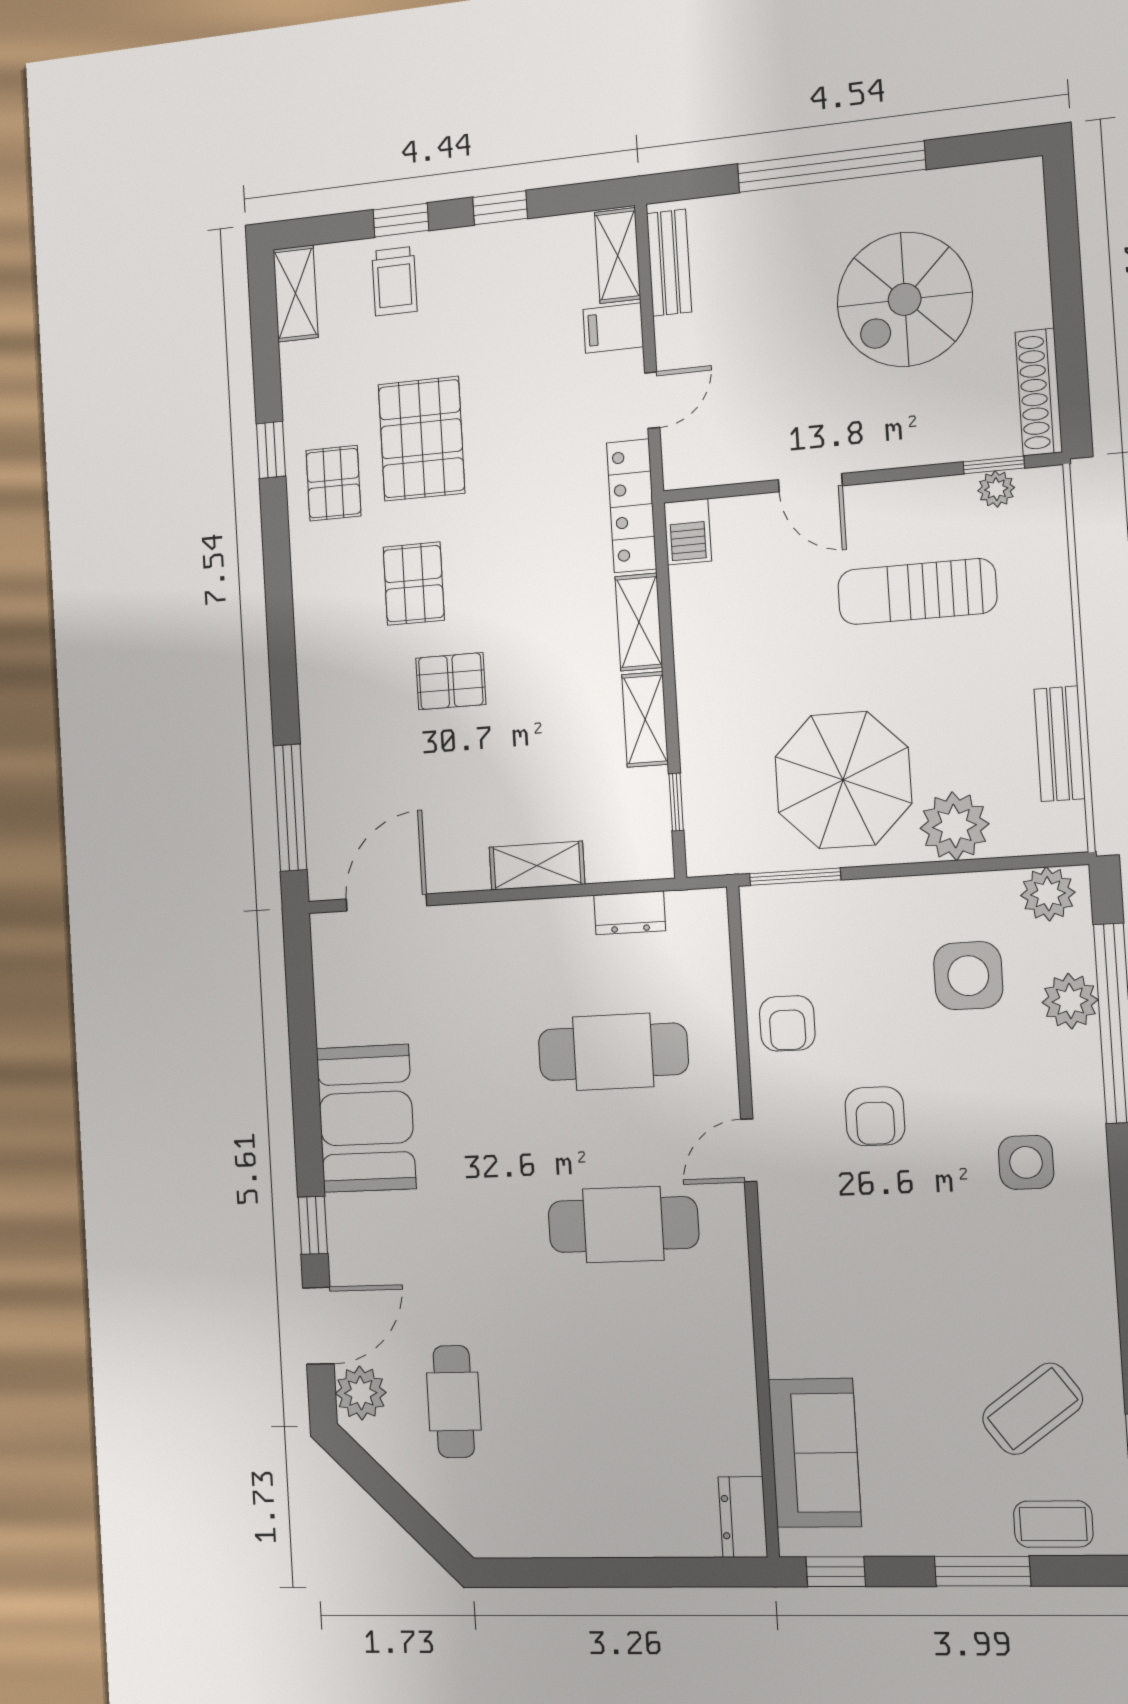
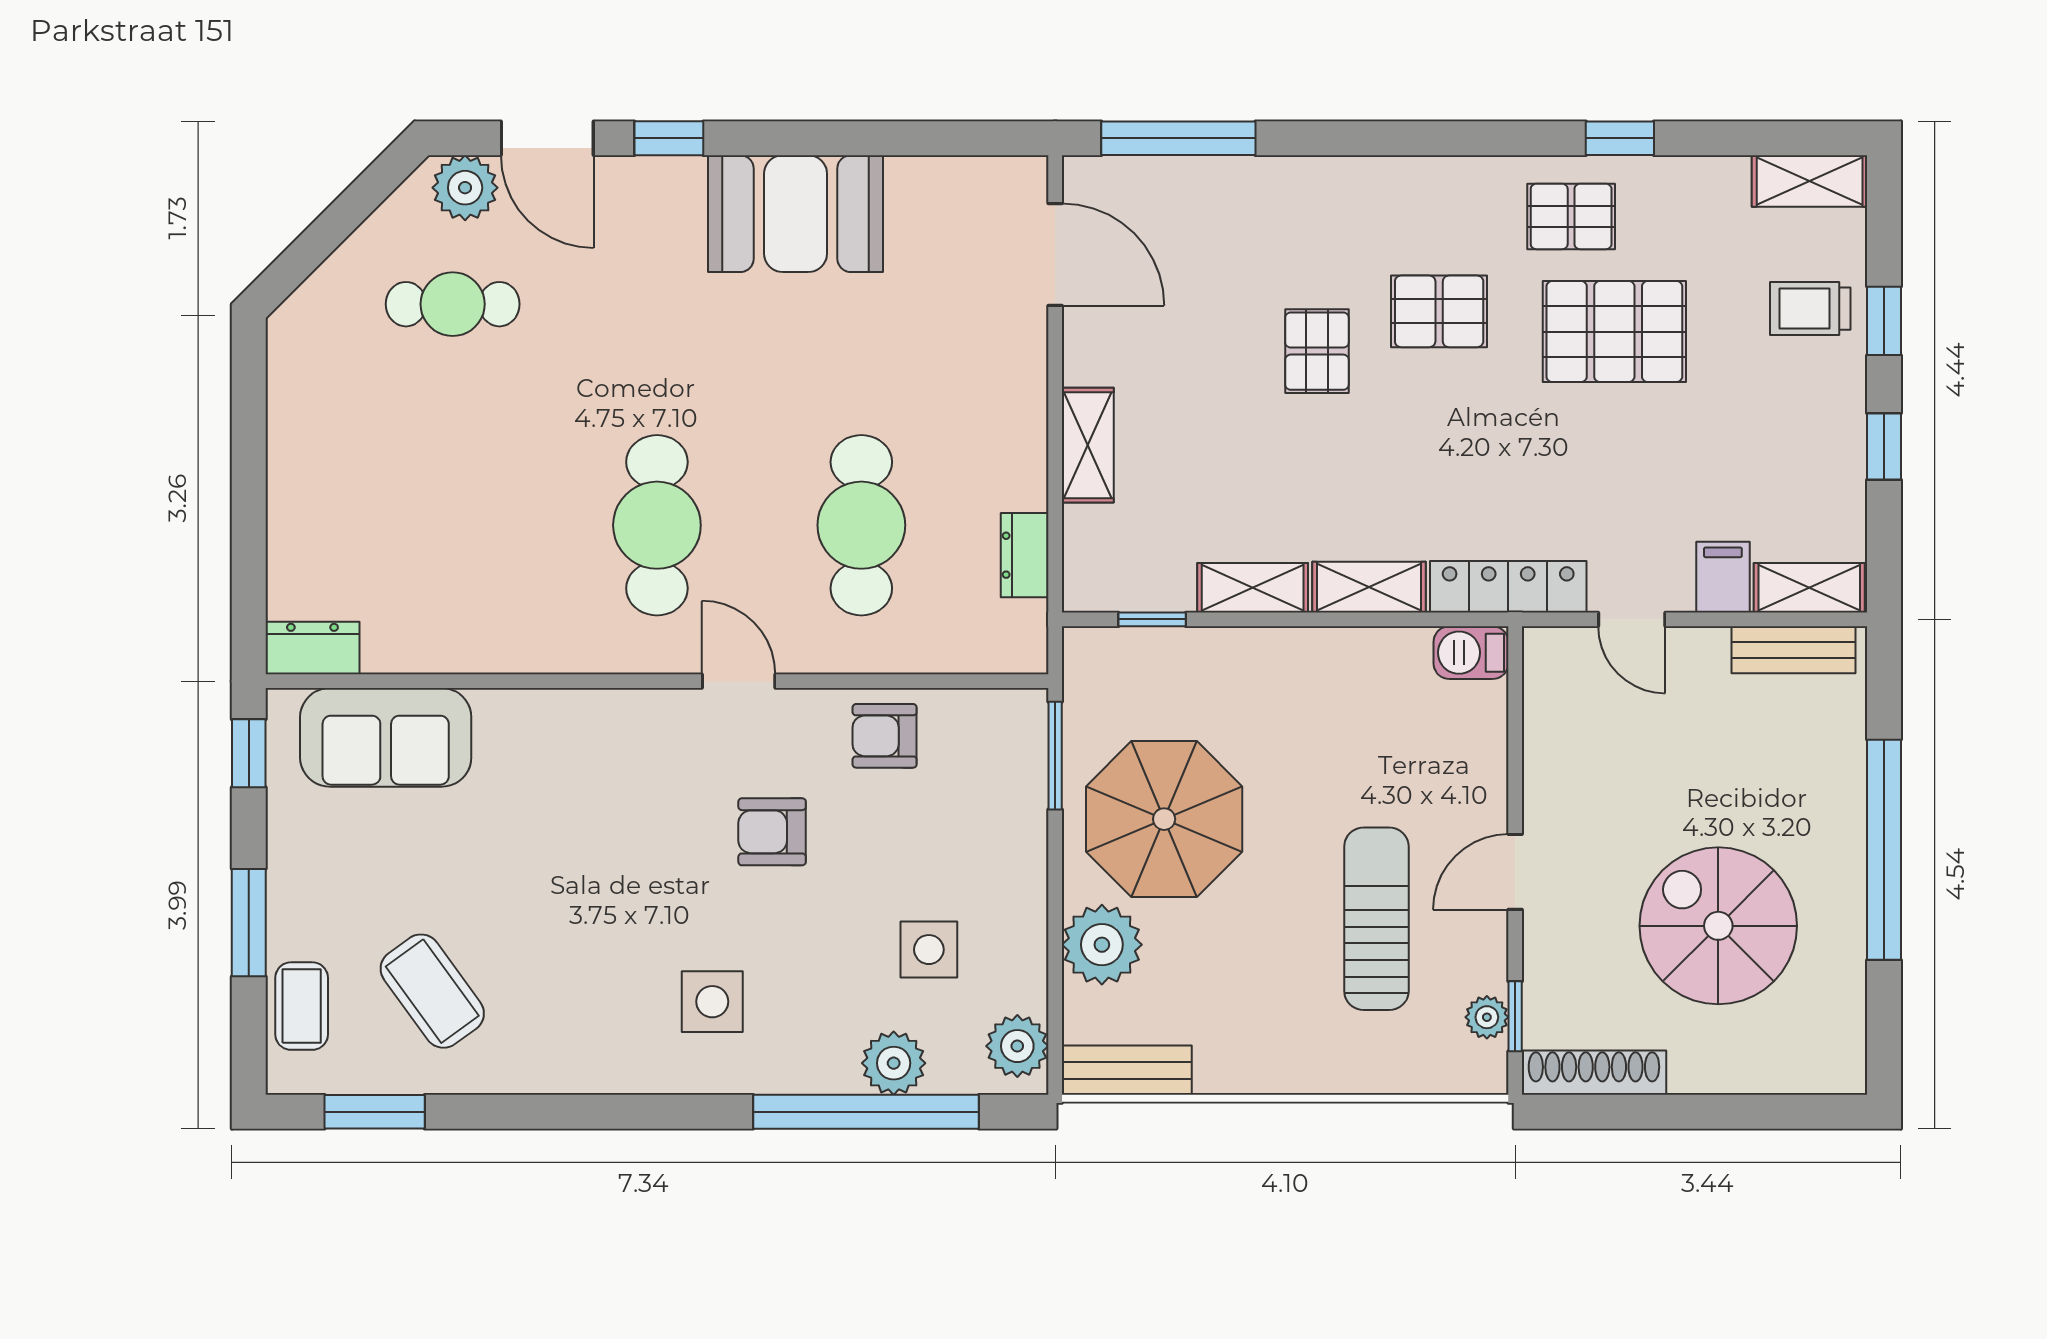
door: (810, 483) -> (1515, 872), moved
bench: (1060, 744) -> (1127, 1070), moved
side table: (968, 976) -> (929, 950), width x0.73, depth x0.73

